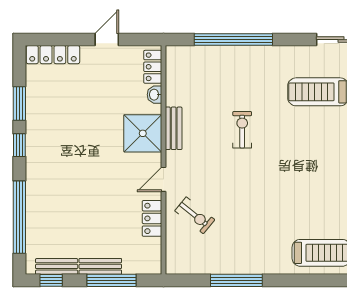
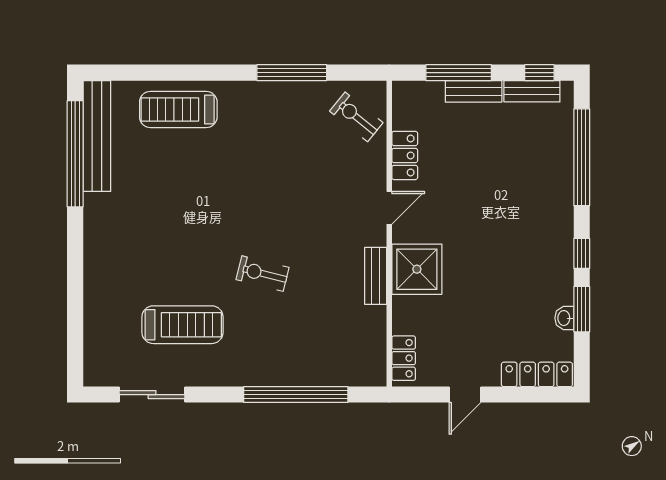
washbasin: (154, 95) -> (564, 318), moved, turned 180
exercise bike: (242, 130) -> (262, 273), moved, turned 104
exercise bike: (195, 215) -> (356, 117), moved

